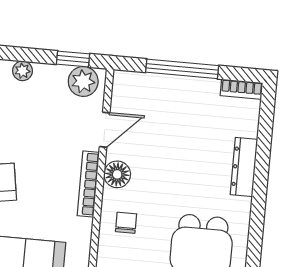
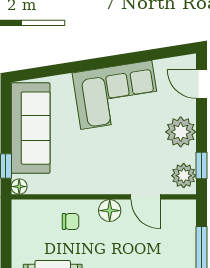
plant: (23, 71) -> (181, 132), width x1.87, depth x1.87
bookcase: (88, 184) -> (100, 187), removed

